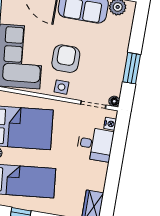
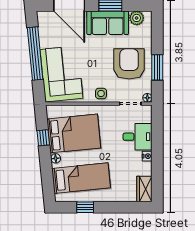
armchair: (66, 59) -> (129, 64), moved, width x1.36, depth x1.36
nightstand: (110, 124) -> (147, 156), moved

